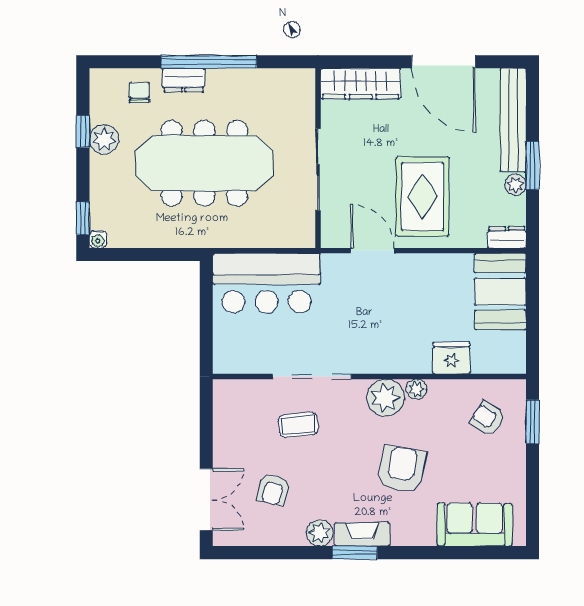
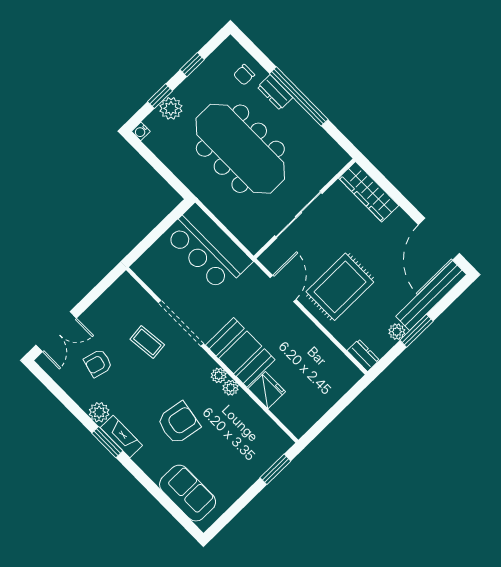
door: (443, 62) -> (439, 239), moved
chair: (139, 93) -> (244, 75), turned 180
plant: (104, 139) -> (171, 108), moved
window: (83, 218) -> (160, 96), moved
booth: (500, 292) -> (240, 352), moved, turned 90
plant: (385, 398) -> (219, 375), width x0.53, depth x0.53
armchair: (488, 418) -> (253, 443), removed

